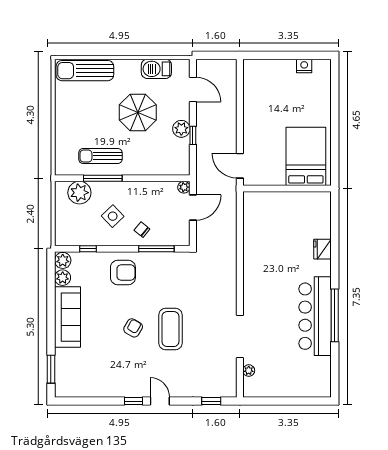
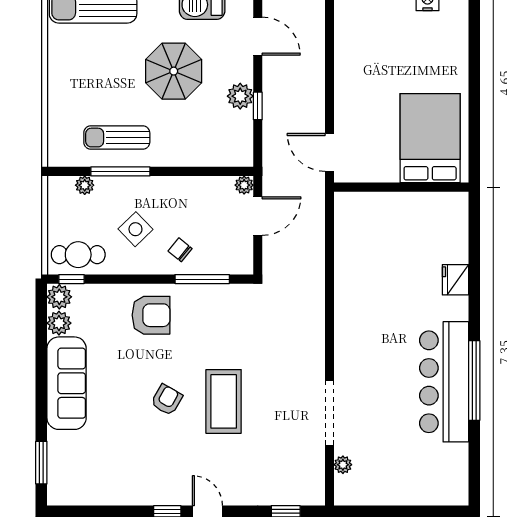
plant: (79, 193) -> (85, 185), width x0.53, depth x0.53
cafe table: (75, 233) -> (78, 255), added
window: (88, 249) -> (71, 279), moved

